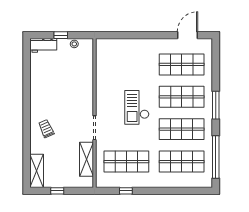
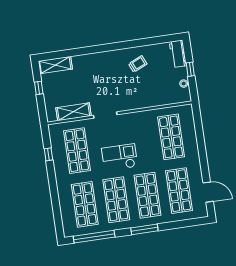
shop shelf: (126, 64) -> (171, 137), added
checkout: (137, 107) -> (120, 157), moved
trolley: (46, 129) -> (138, 64), moved

